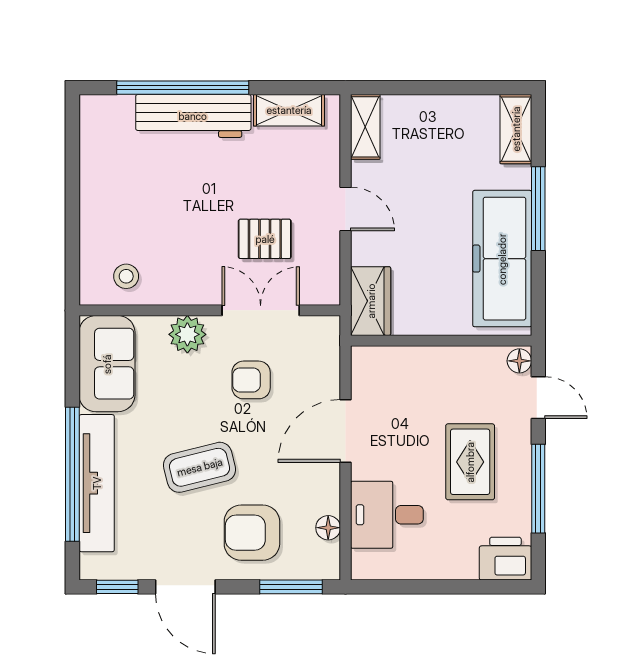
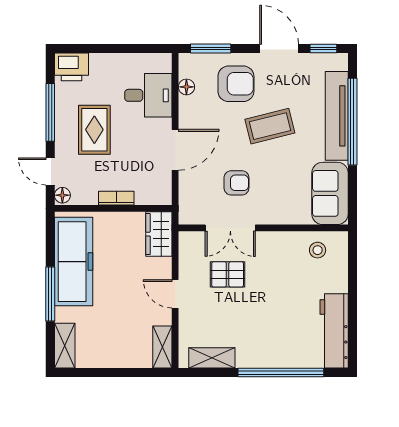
workbench: (193, 116) -> (334, 331), moved, turned -90
plant: (187, 334) -> (278, 212), removed
bookcase: (436, 356) -> (116, 198), added

